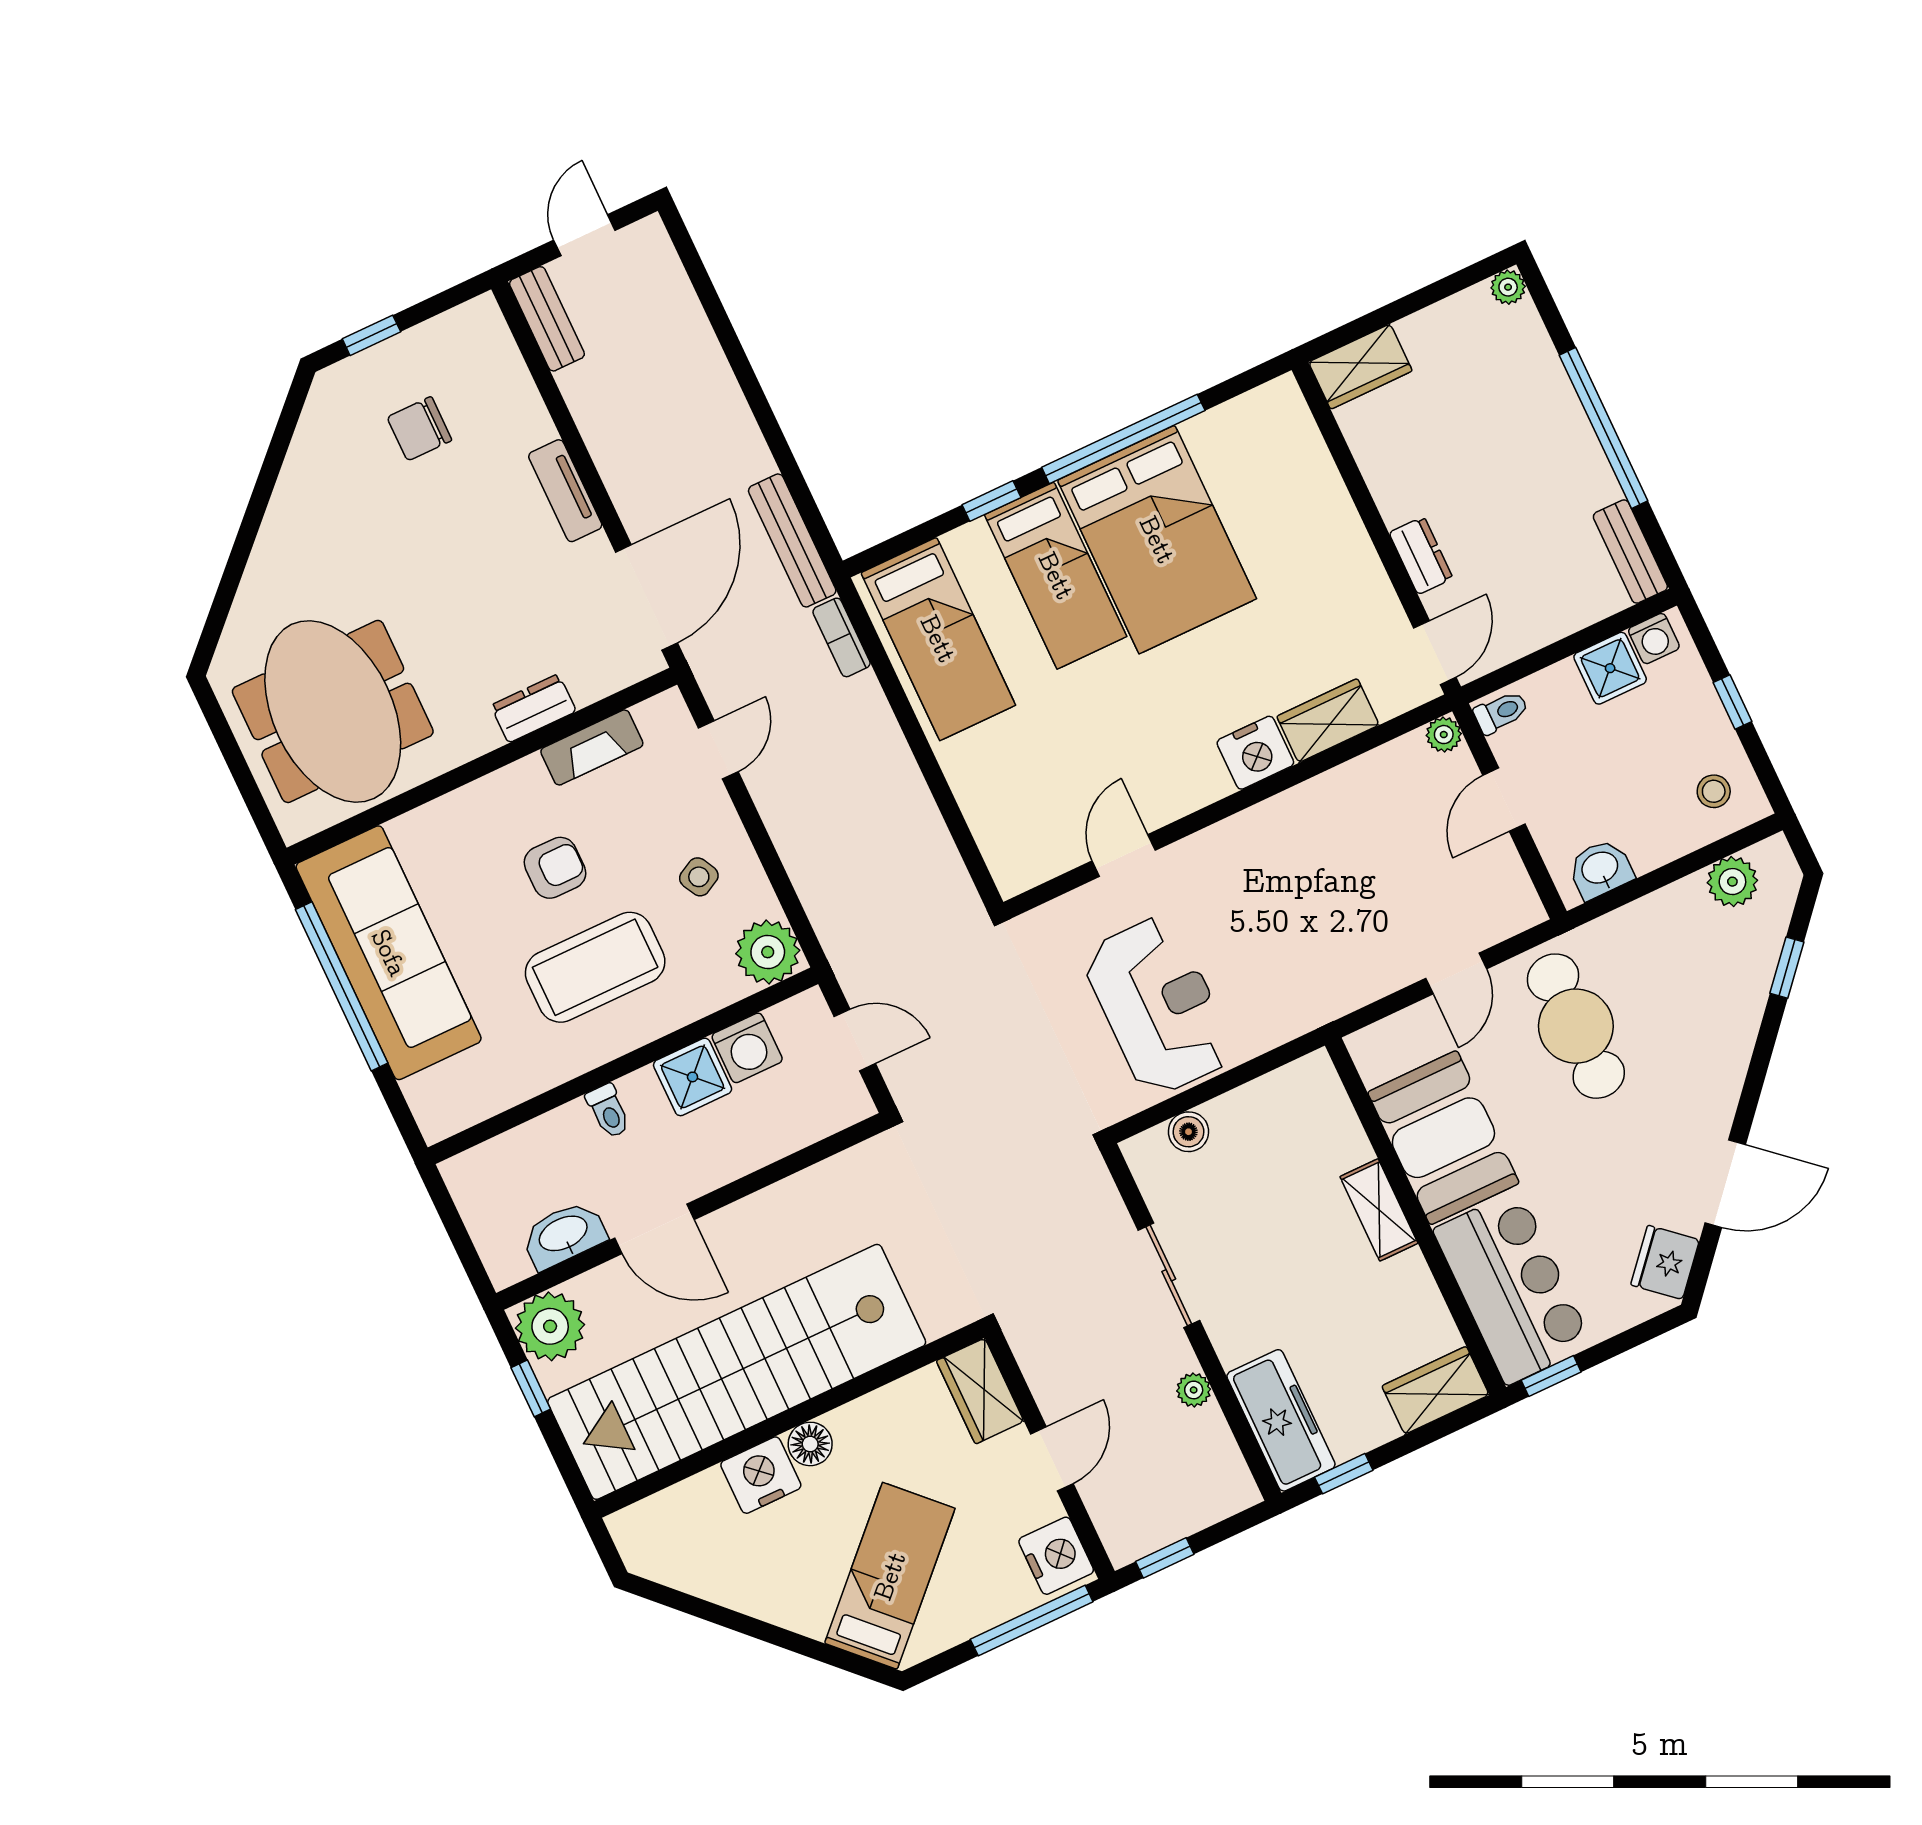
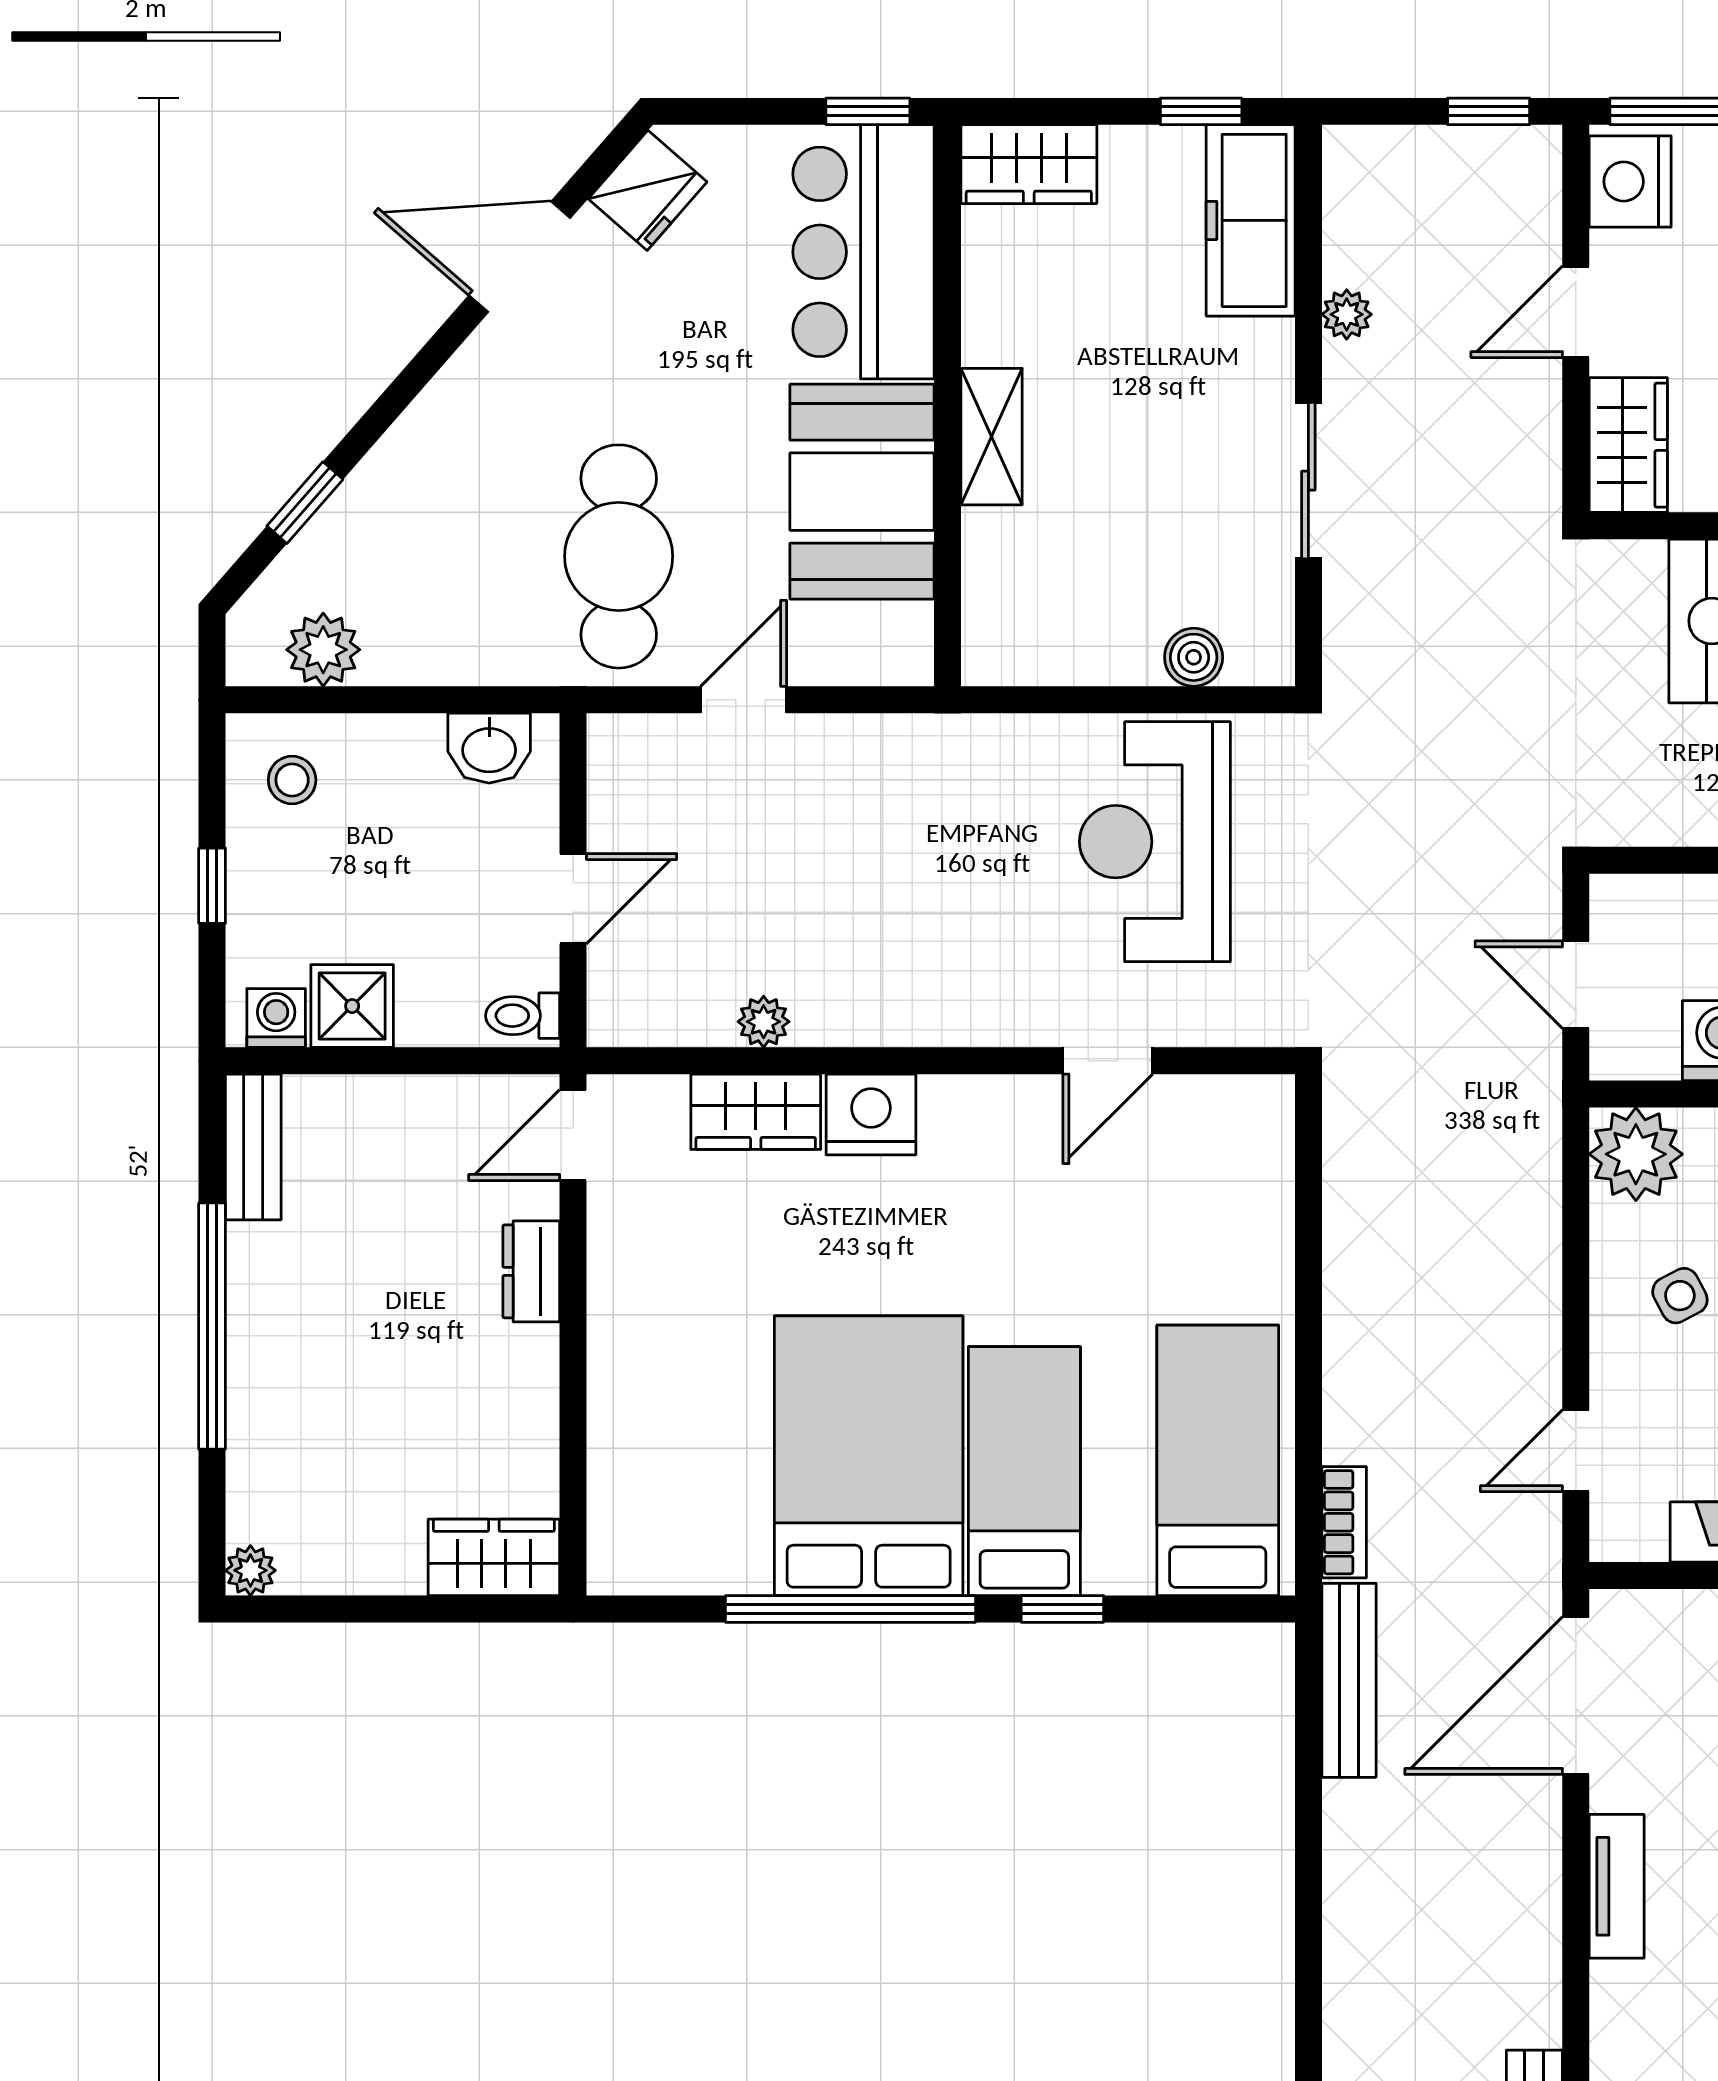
plant: (1444, 735) -> (764, 1022), moved

